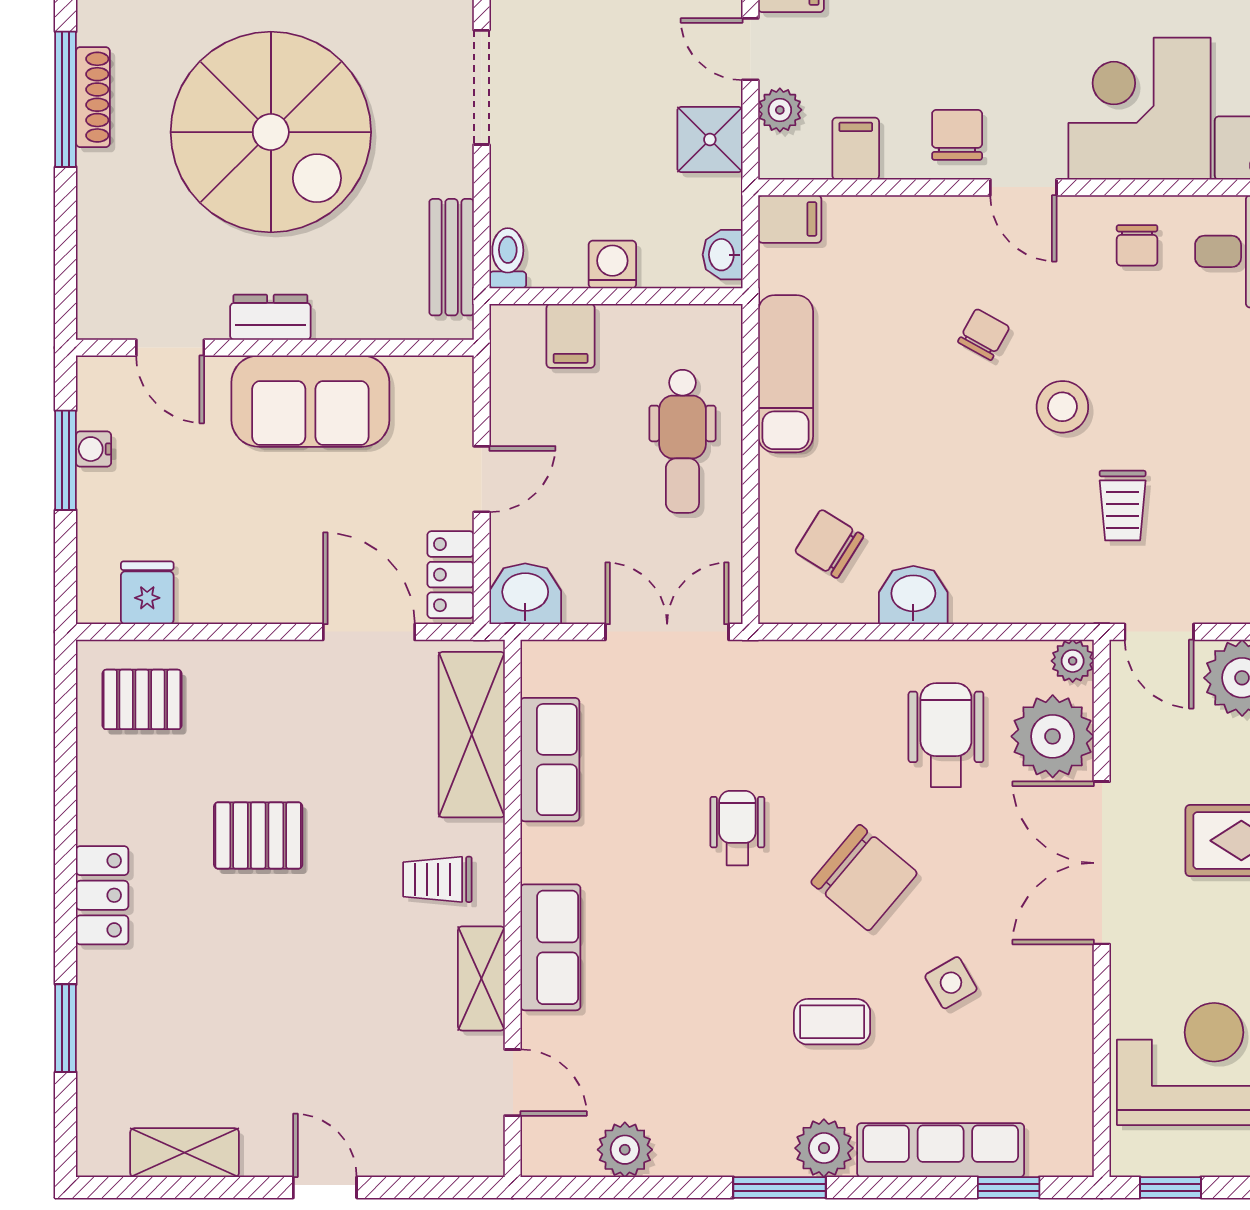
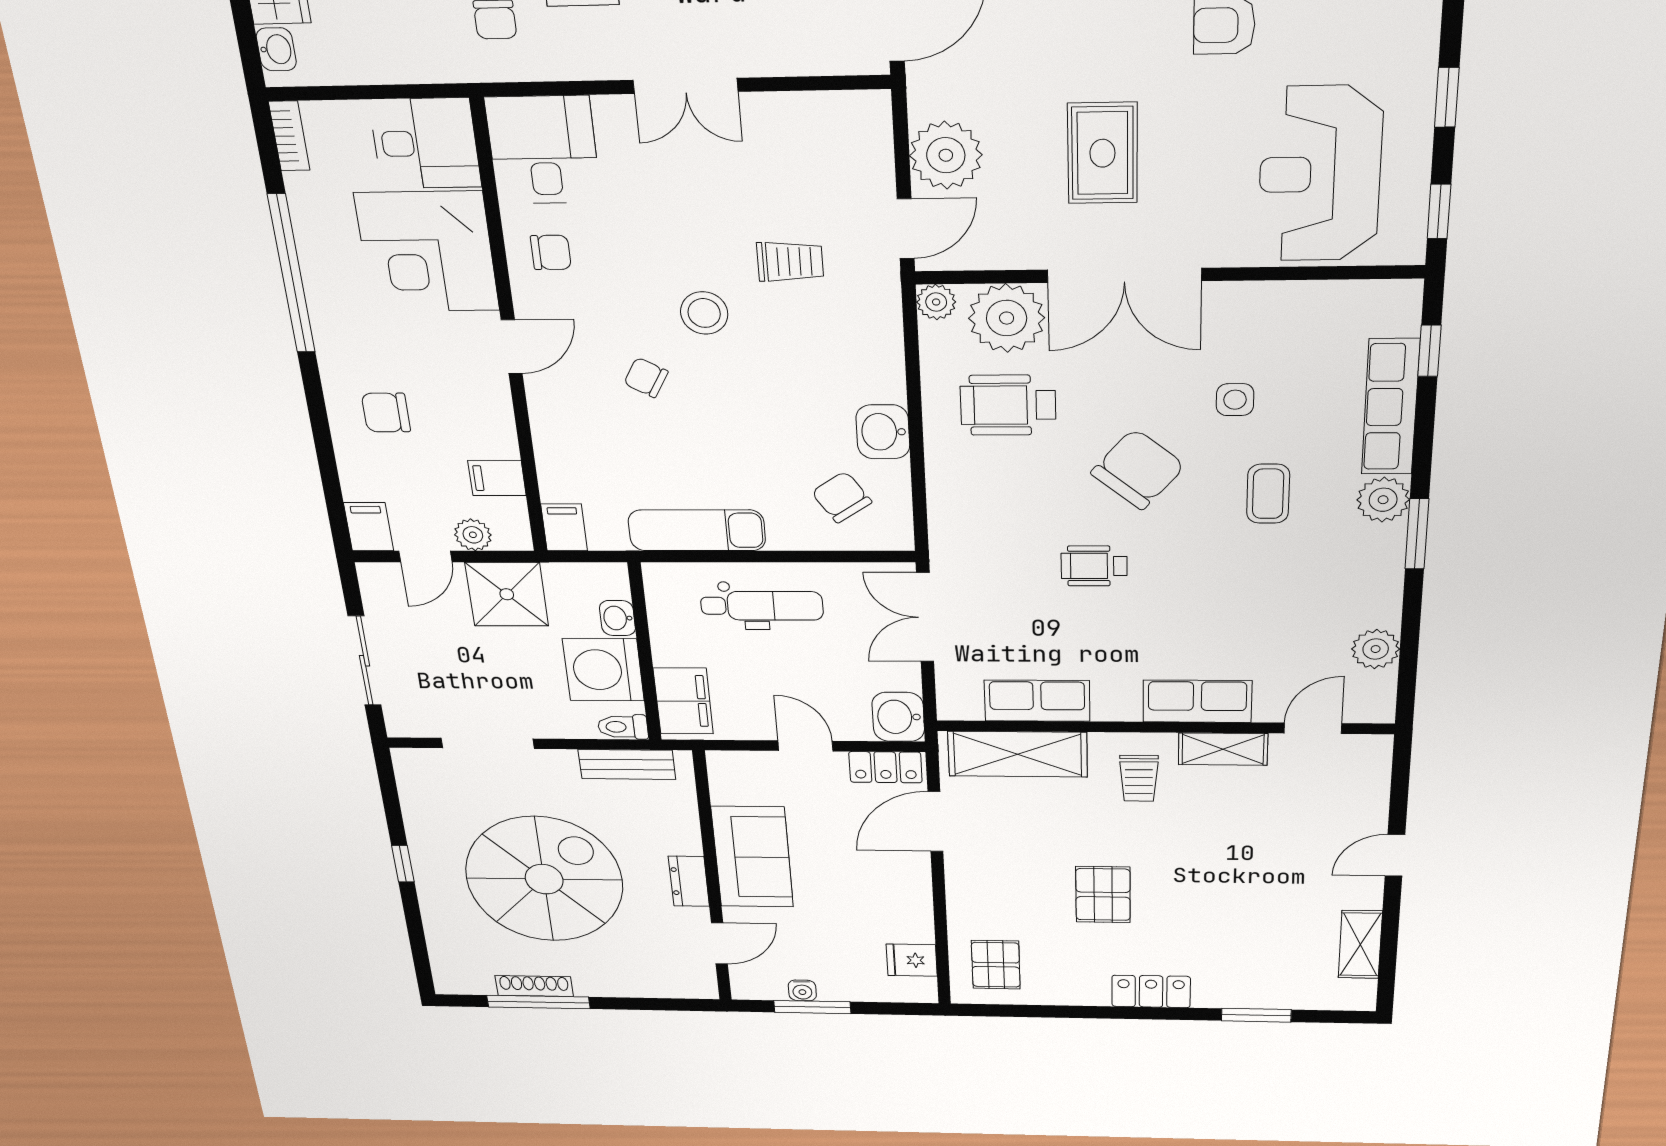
chair: (957, 135) -> (386, 413), moved
shower: (710, 140) -> (507, 594), width x1.36, depth x1.36
washbasin: (723, 255) -> (617, 618), moved, turned 90
washing machine: (612, 264) -> (603, 670), width x1.89, depth x1.89
filing cabinet: (571, 336) -> (683, 701), width x2.00
chair: (829, 544) -> (842, 497), turned 114
side table: (951, 983) -> (1235, 400), turned 30

